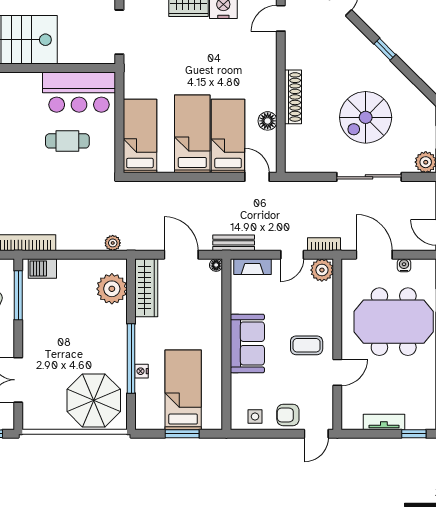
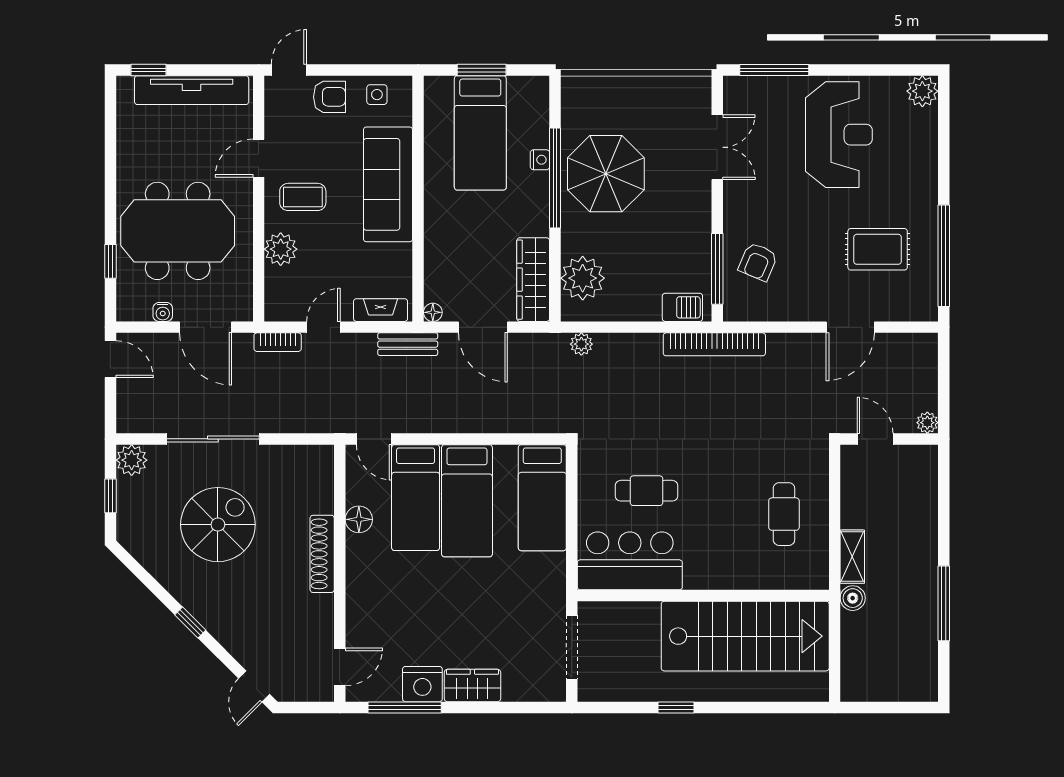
plant: (322, 270) -> (281, 249), moved
sofa: (247, 343) -> (388, 184), width x1.36
parasol: (94, 400) -> (606, 174), moved
tv unit: (384, 422) -> (192, 90), width x1.92, depth x1.29

